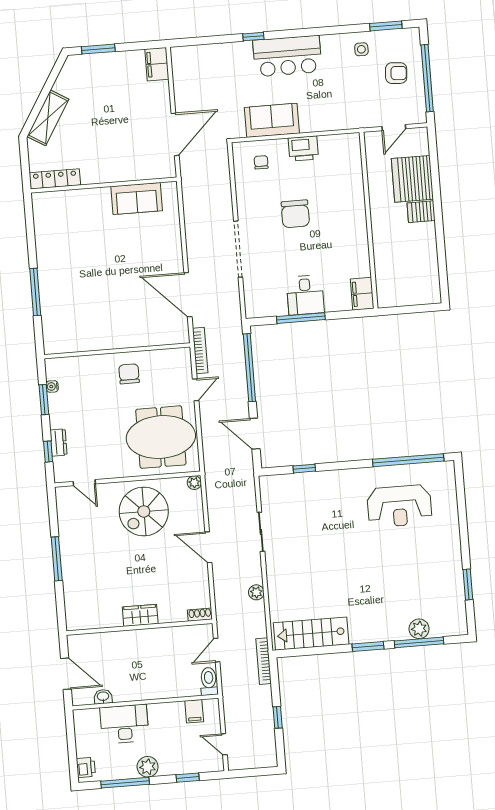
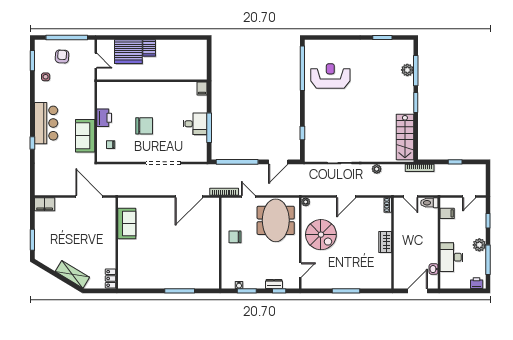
locker: (55, 179) -> (111, 278), width x0.66
filing cabinet: (362, 294) -> (202, 88), width x0.50
reception desk: (399, 506) -> (330, 76), turned -90

